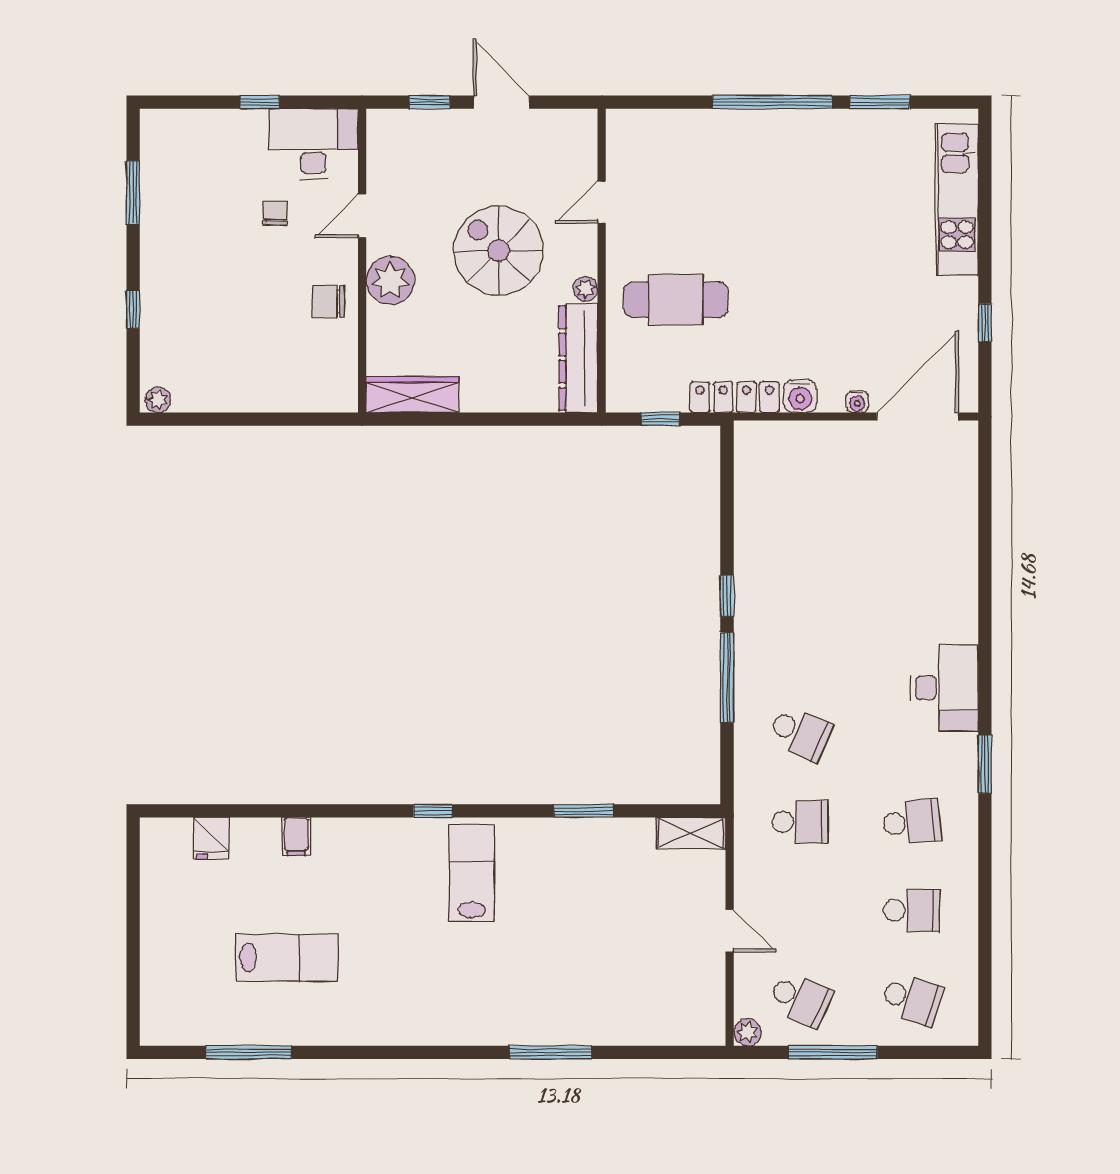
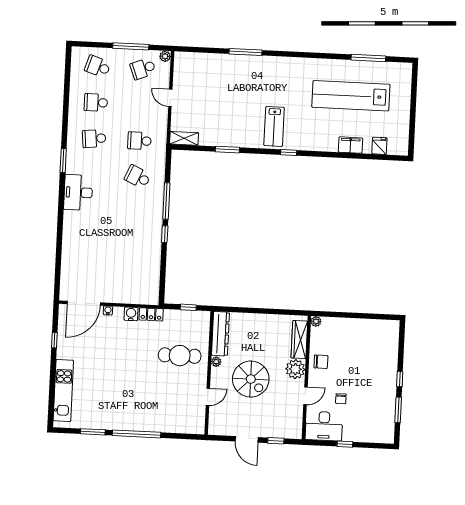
window: (133, 309) -> (400, 379), moved
wardrobe: (412, 395) -> (299, 339), moved, turned 90
locker: (735, 397) -> (151, 314), width x0.66
plant: (158, 400) -> (316, 321), moved
filing cabinet: (296, 837) -> (350, 145), width x2.00
lab bench: (287, 958) -> (351, 96), width x1.86, depth x1.39
school desk: (800, 999) -> (143, 69), turned -45

